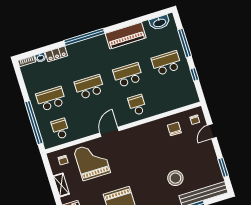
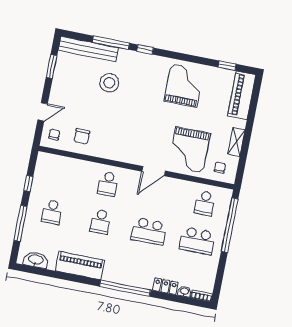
school desk: (166, 63) -> (52, 212), width x0.54
school desk: (128, 75) -> (100, 222), width x0.54

